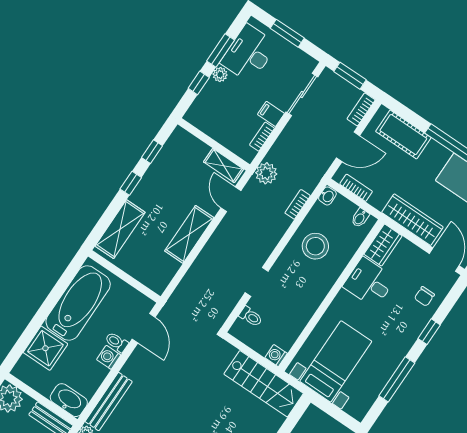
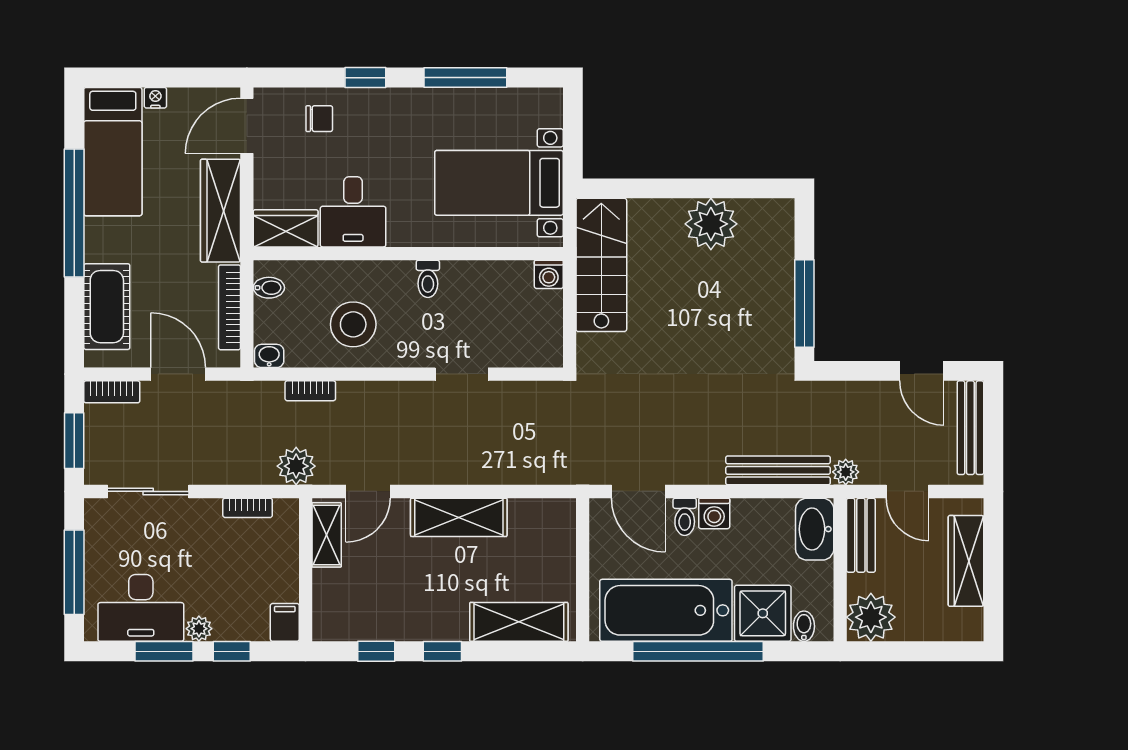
window: (287, 33) -> (74, 572), width x1.44
filing cabinet: (271, 114) -> (285, 622), moved, turned 180
bookcase: (356, 188) -> (229, 307), width x1.56
window: (48, 305) -> (698, 651), added
toilet: (251, 317) -> (428, 279), moved, turned 180
door: (144, 328) -> (638, 491), swing flipped
bidet: (26, 364) -> (804, 626), added

